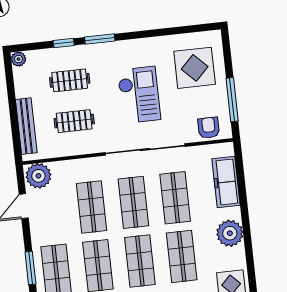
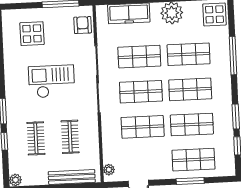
display table: (195, 68) -> (32, 34), width x0.73, depth x0.73
armchair: (209, 128) -> (83, 25), turned 90
plant: (38, 176) -> (109, 170), width x0.53, depth x0.53

